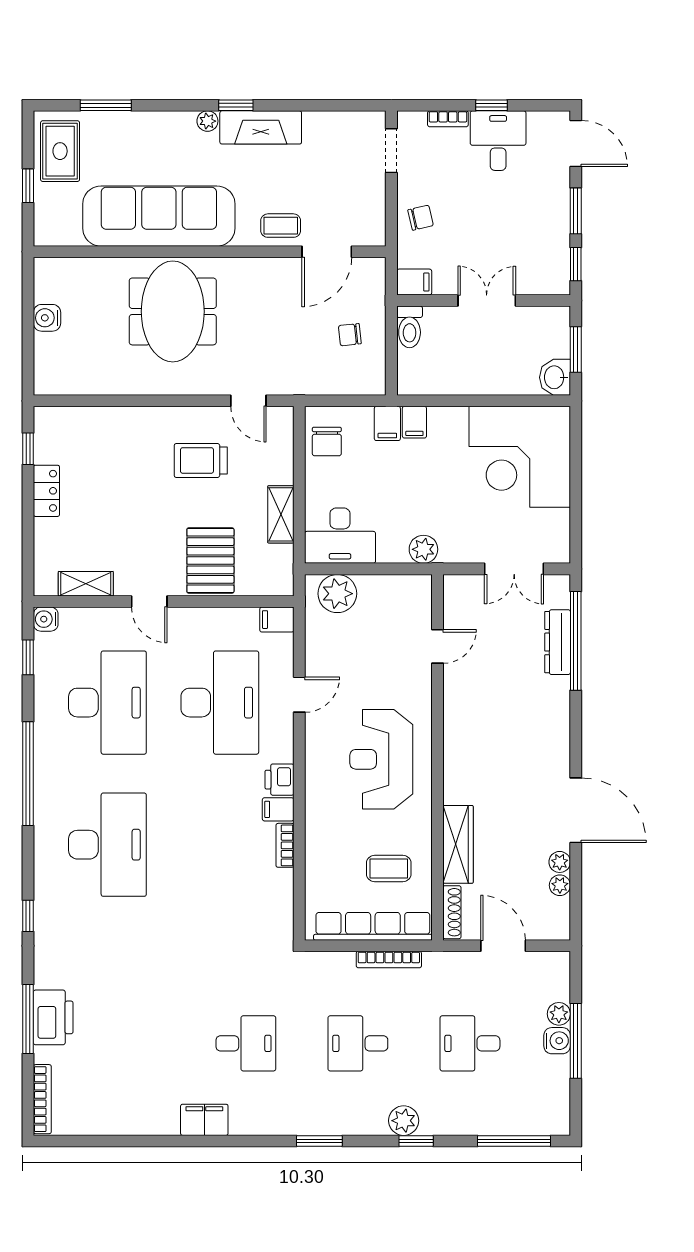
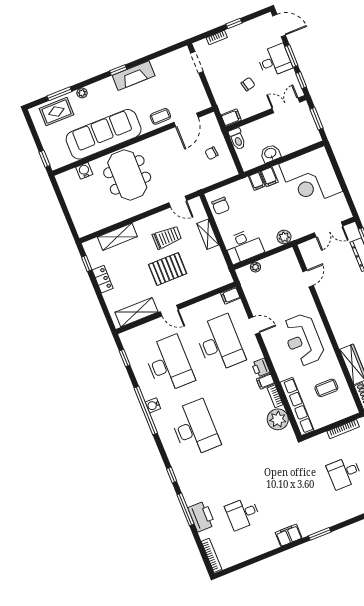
plant: (207, 121) -> (82, 93), moved
desk: (498, 141) -> (275, 61), moved, turned 90
rug: (60, 151) -> (56, 112), moved, turned 90
window: (28, 186) -> (45, 159), moved
chair: (421, 218) -> (248, 84), moved
double door: (487, 300) -> (286, 105), moved
water cooler: (47, 318) -> (84, 171), moved, turned 90
washbasin: (555, 377) -> (270, 153), moved, turned 90
shelving: (107, 421) -> (117, 237), added
filing cabinet: (387, 423) -> (269, 177), moved
trolley: (201, 460) -> (167, 237), turned 180
shelving: (281, 514) -> (208, 234), moved
pallet: (210, 561) -> (168, 269), moved, turned 90
shelving: (86, 584) -> (137, 312), width x1.50, depth x1.33
plant: (337, 594) -> (255, 267), width x0.53, depth x0.53
water cooler: (46, 619) -> (153, 405), moved
door: (299, 695) -> (254, 325), hinge flipped
plant: (272, 891) -> (278, 419), added
row of seats: (373, 926) -> (297, 406), moved, turned 90
window: (28, 1019) -> (185, 509), moved
desk: (246, 1043) -> (243, 513), moved, turned 180
window: (319, 1141) -> (320, 534), moved

